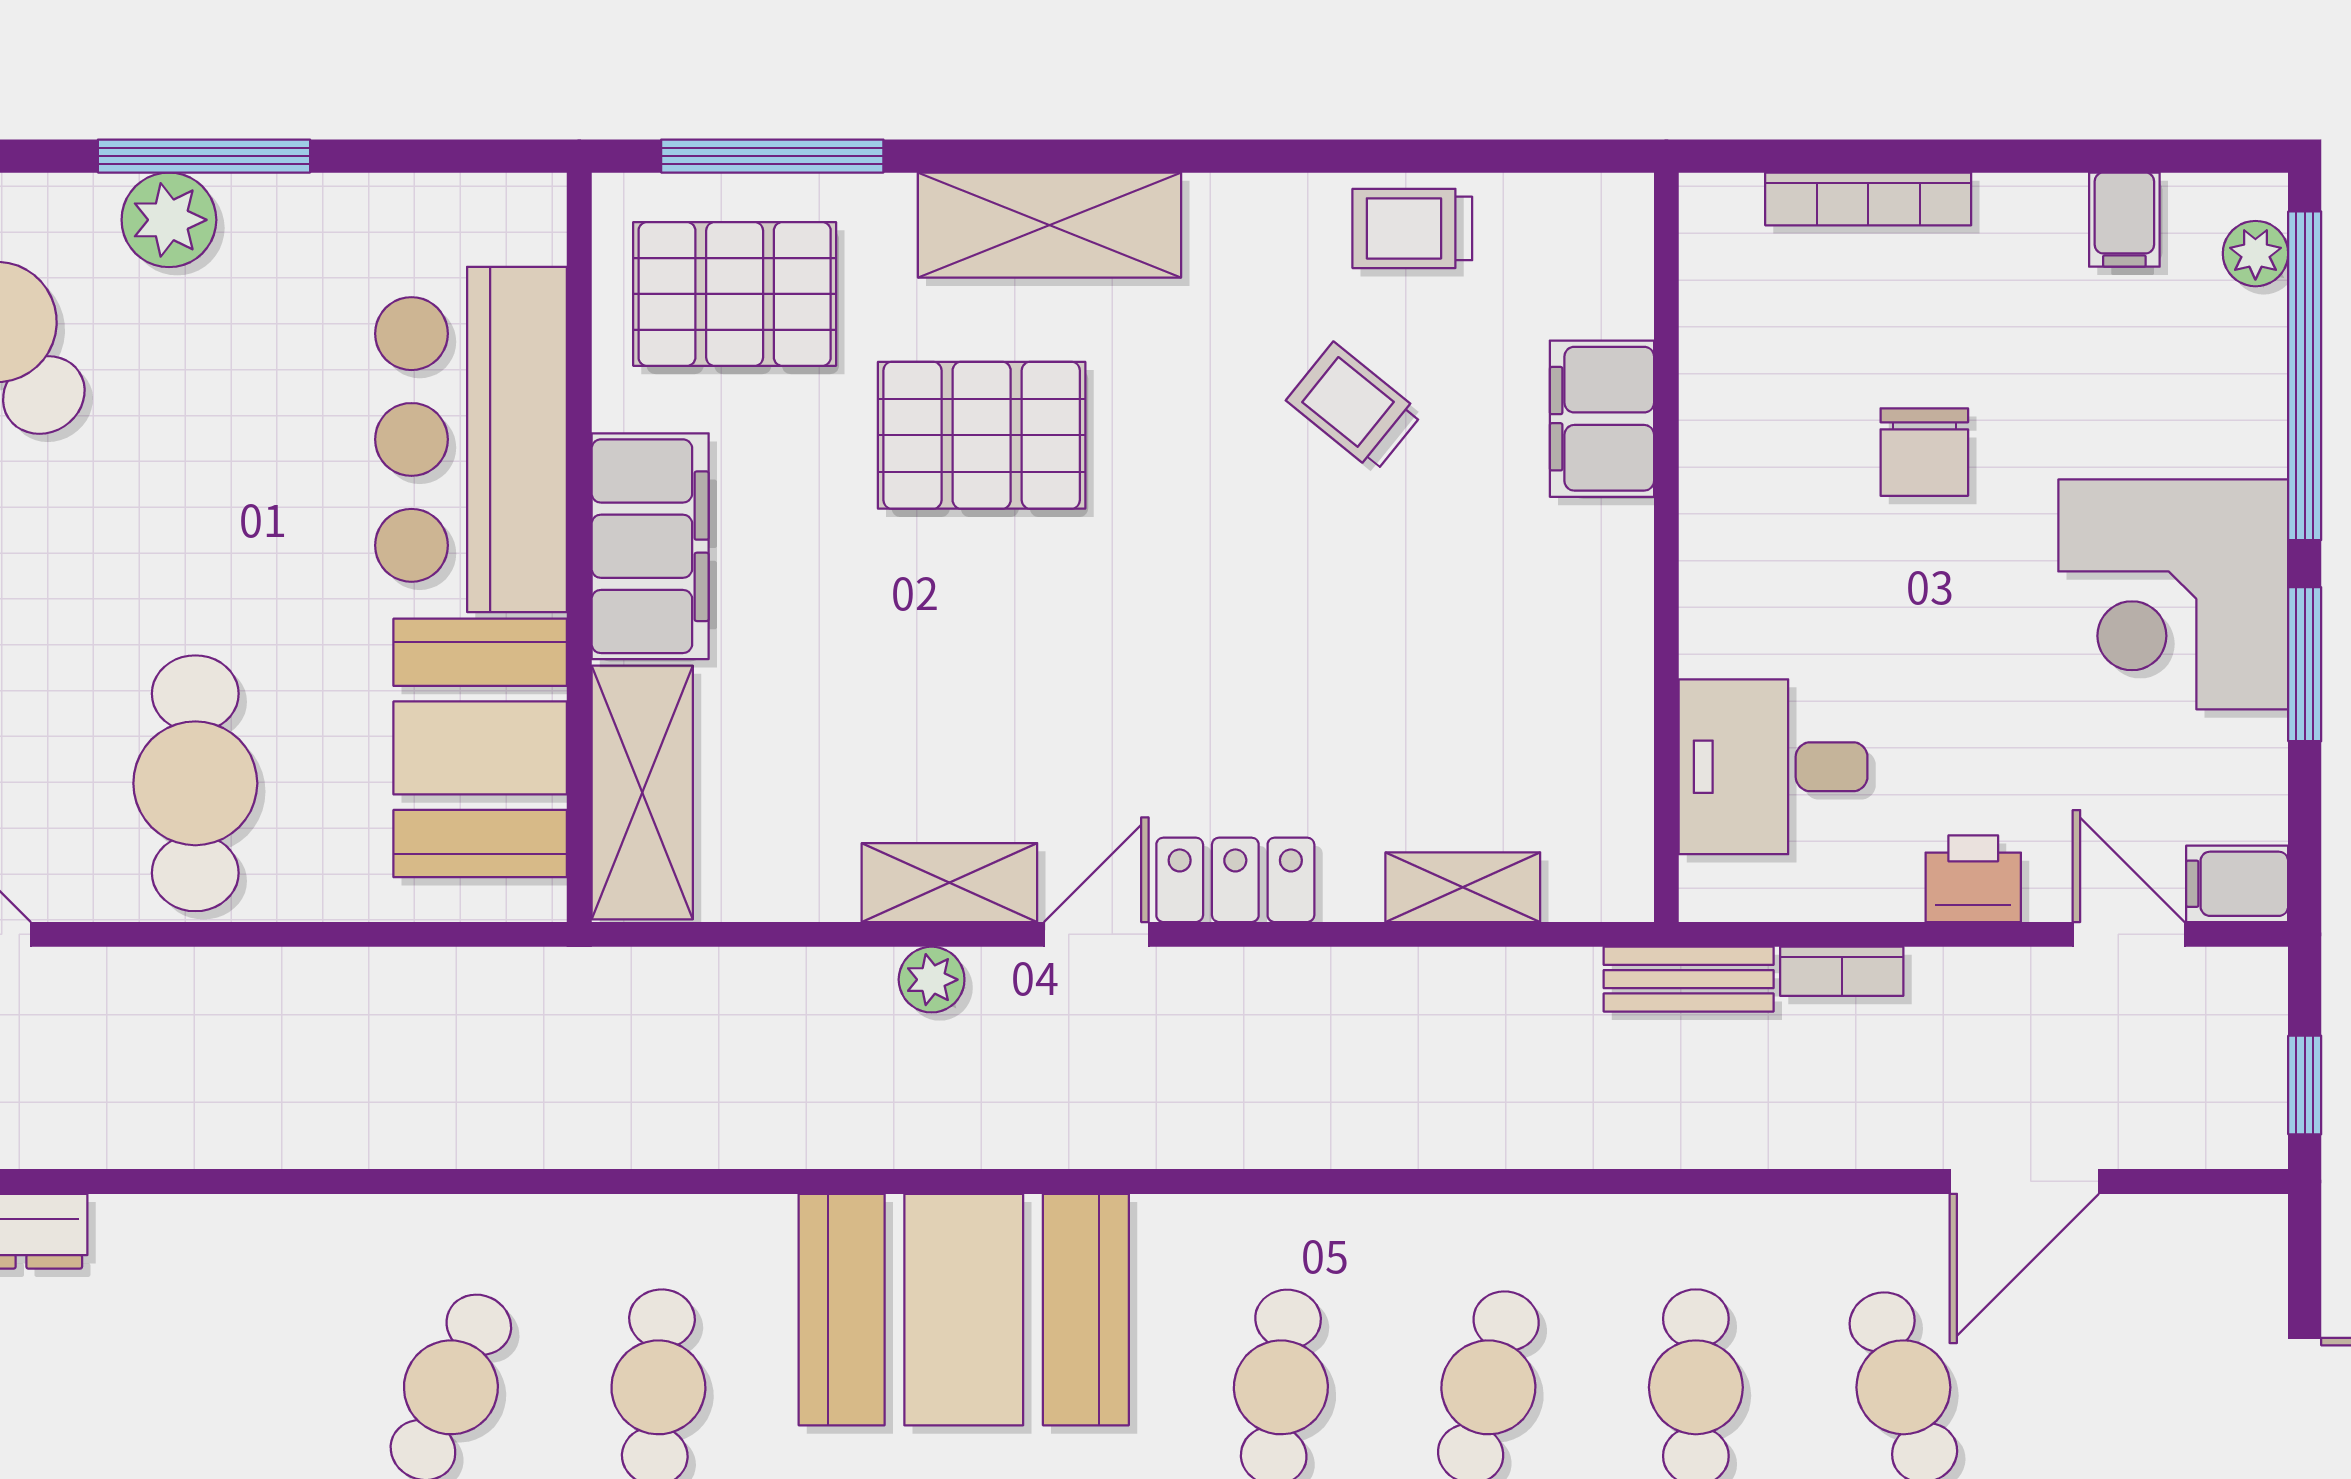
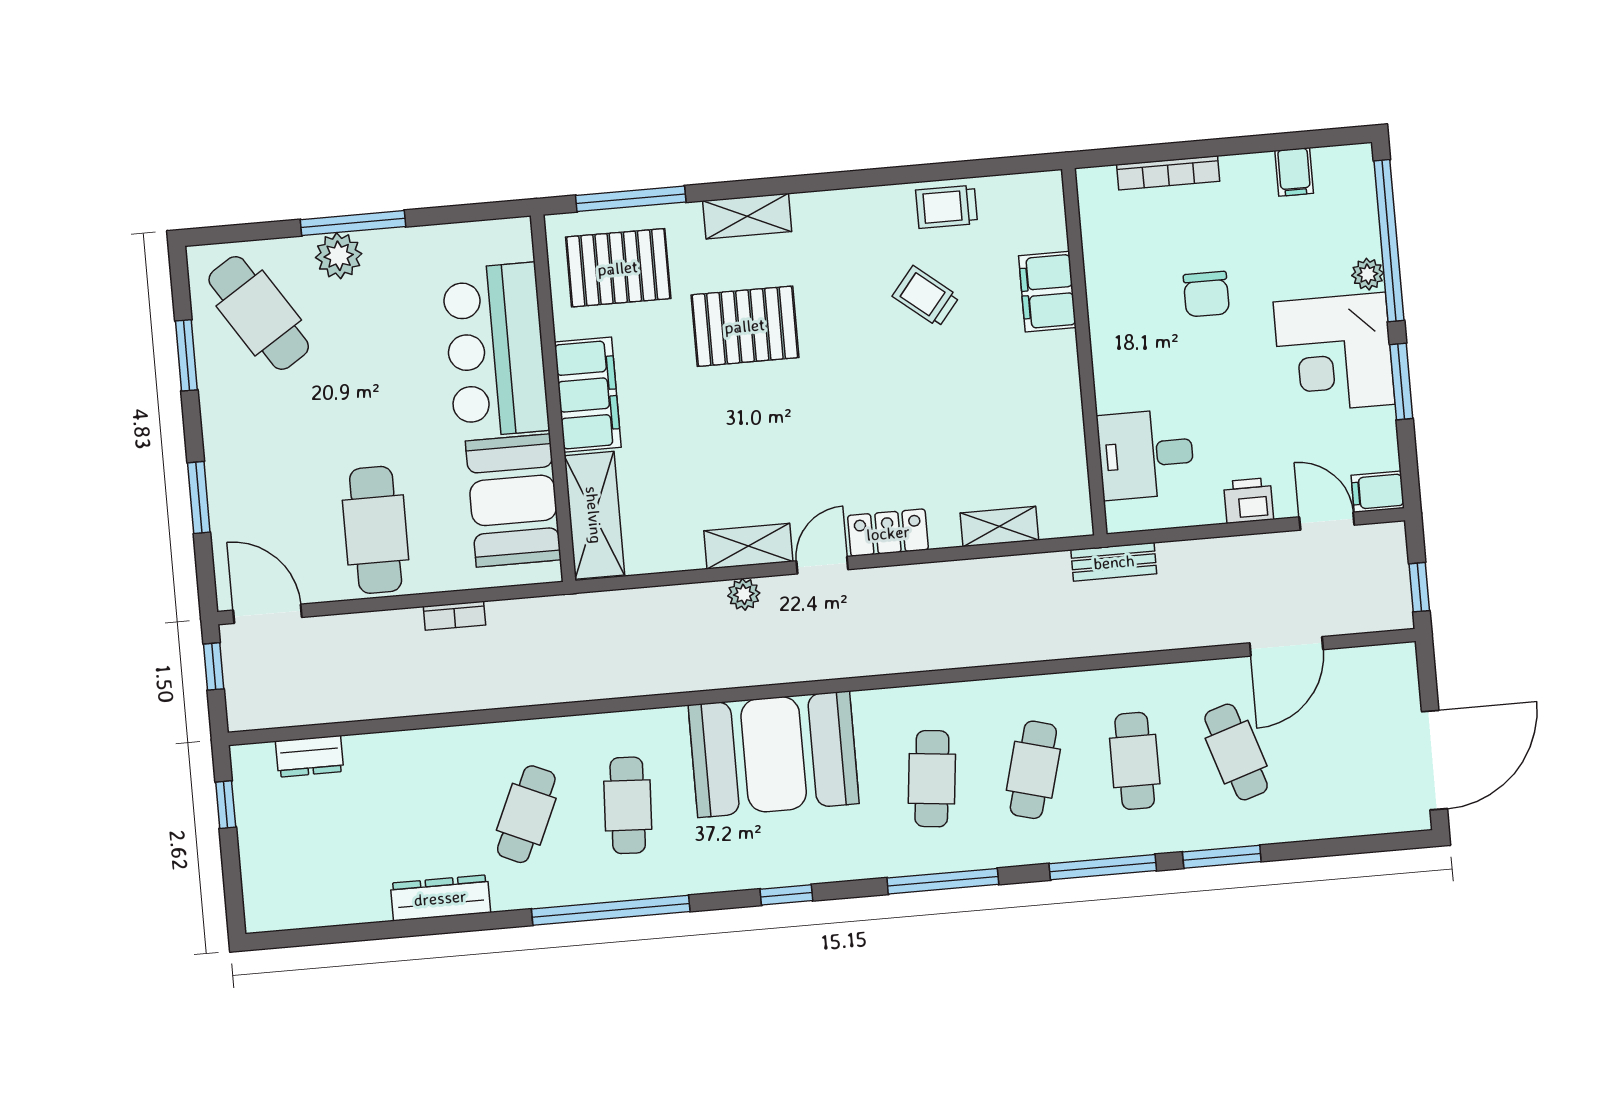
shelving: (1050, 225) -> (747, 216), width x0.67, depth x0.75
plant: (2255, 254) -> (1368, 274), moved
bookcase: (1842, 971) -> (454, 616), moved

